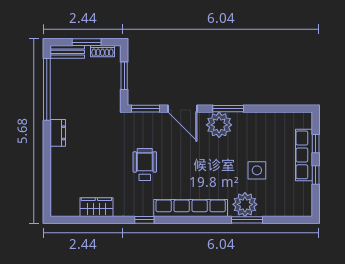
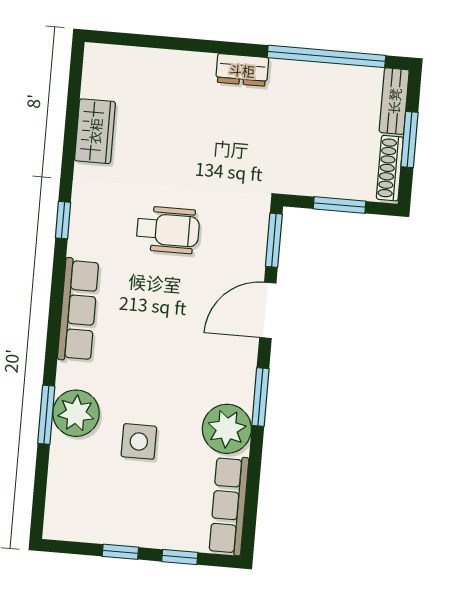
shoe rack: (102, 51) -> (390, 168), width x1.43
plant: (219, 125) -> (227, 429), moved
row of seats: (304, 155) -> (229, 506), moved, turned -90
row of seats: (191, 208) -> (78, 310), width x0.73

